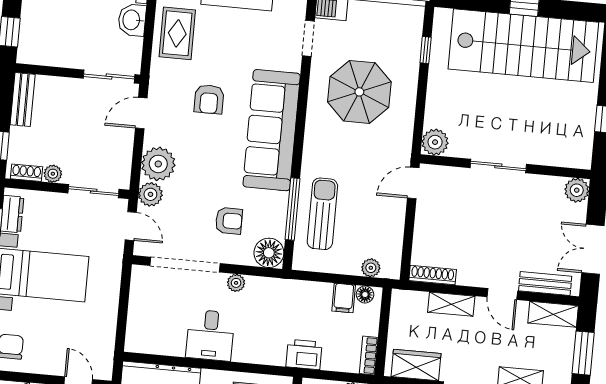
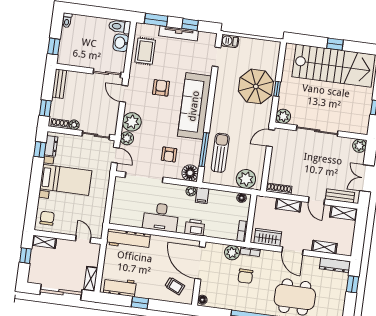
window: (426, 50) -> (277, 89), moved
parasol: (359, 92) -> (256, 86), moved
armchair: (209, 99) -> (161, 88), turned 180
door: (141, 113) -> (124, 94), hinge flipped
sliding door: (498, 166) -> (317, 131), width x1.37
armchair: (229, 221) -> (169, 154), turned 90
plant: (371, 268) -> (246, 179), width x1.88, depth x1.88
plant: (236, 283) -> (191, 191), moved
filing cabinet: (344, 298) -> (202, 195), moved
desk: (210, 335) -> (161, 217), width x1.37
window: (583, 353) -> (359, 235), removed
printer: (304, 354) -> (195, 227), moved

